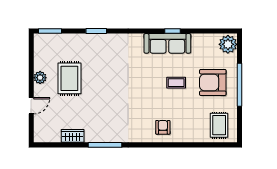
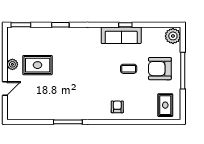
rug: (69, 78) -> (38, 65), turned 90
wardrobe: (73, 136) -> (40, 114), removed

